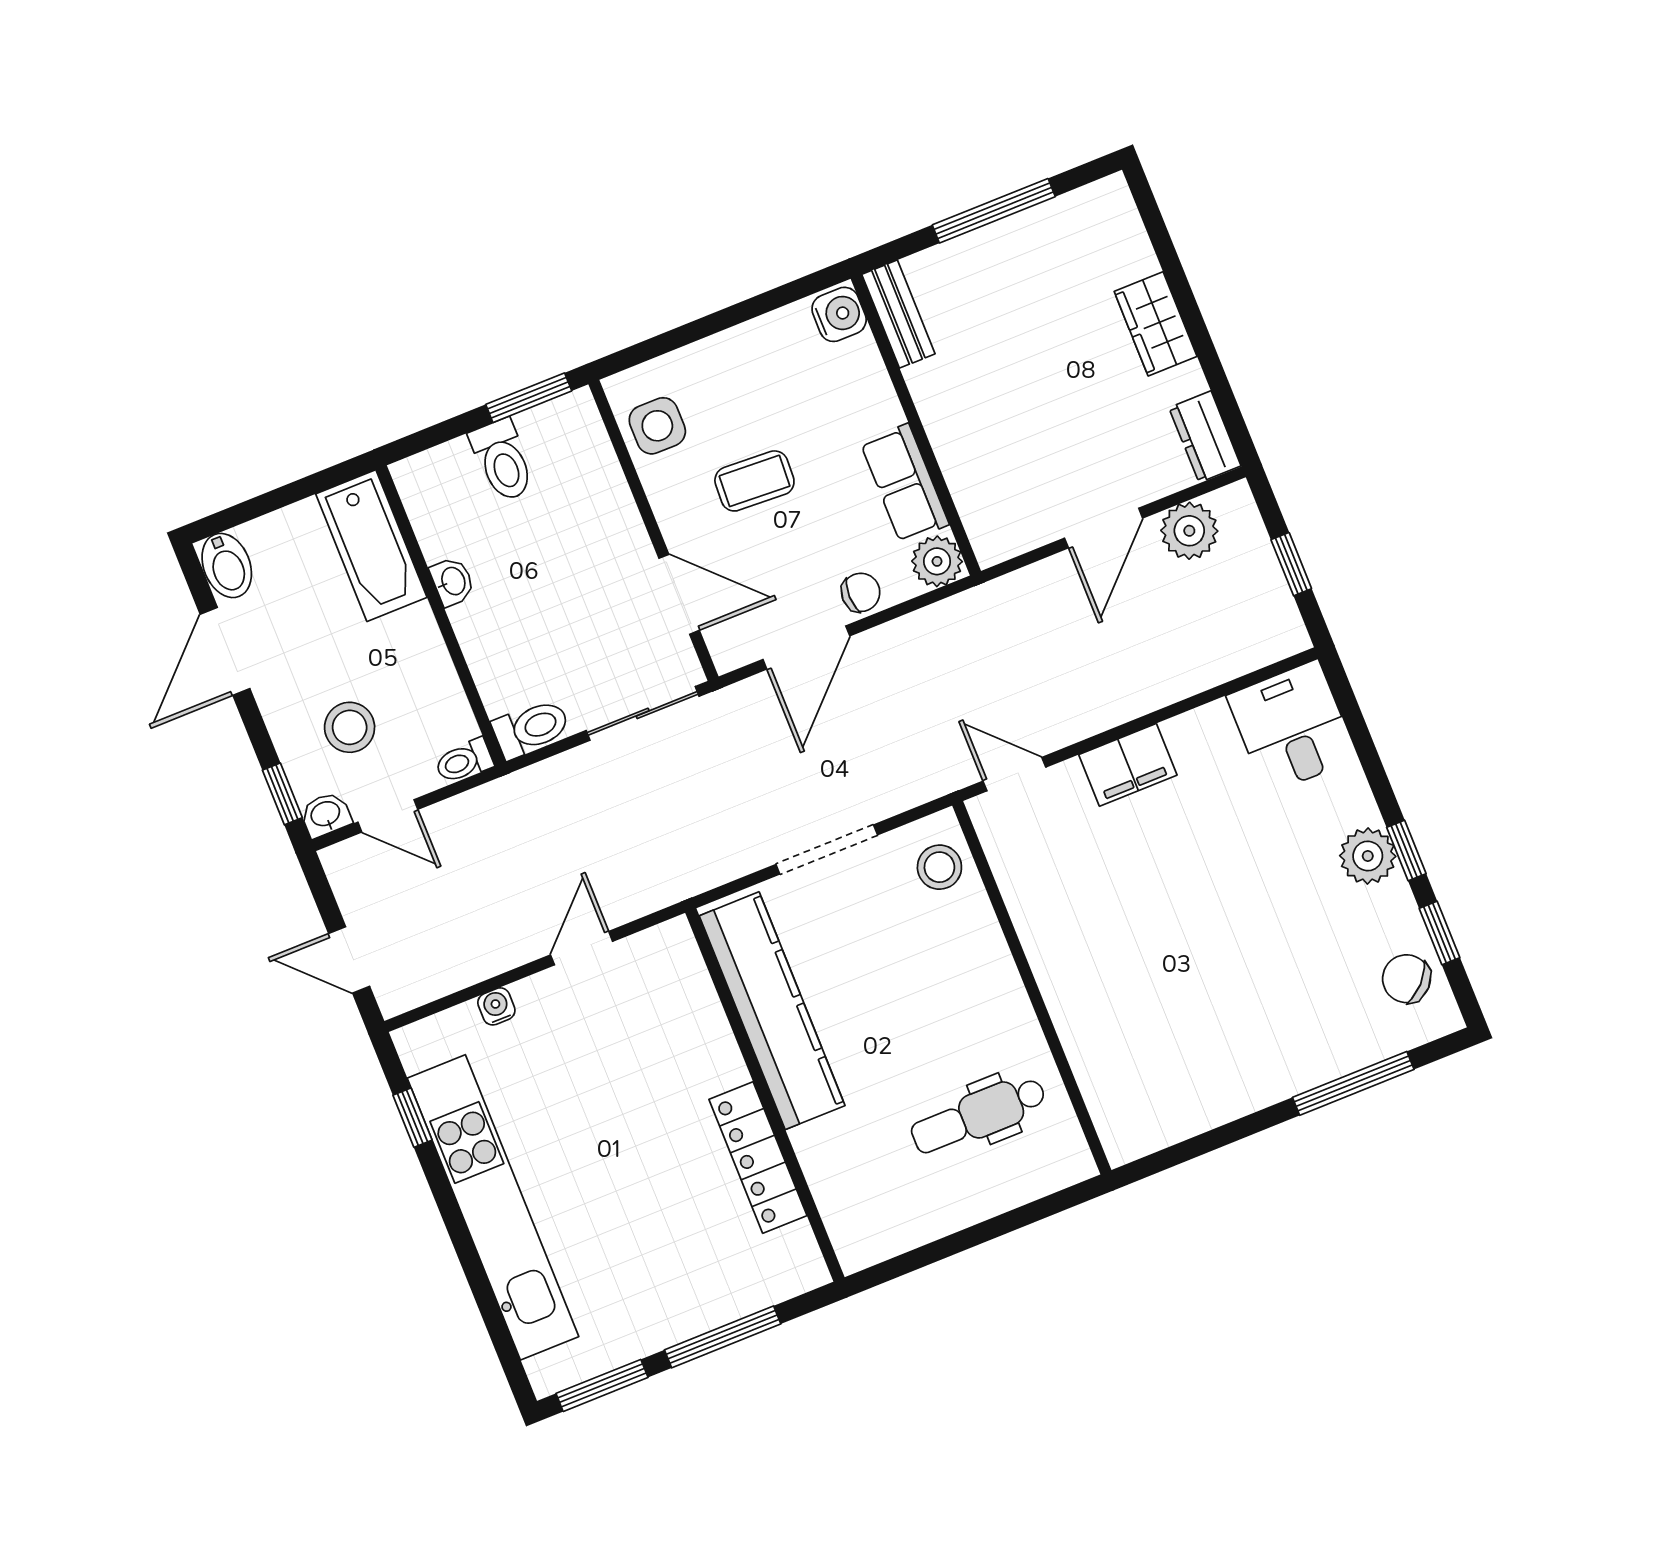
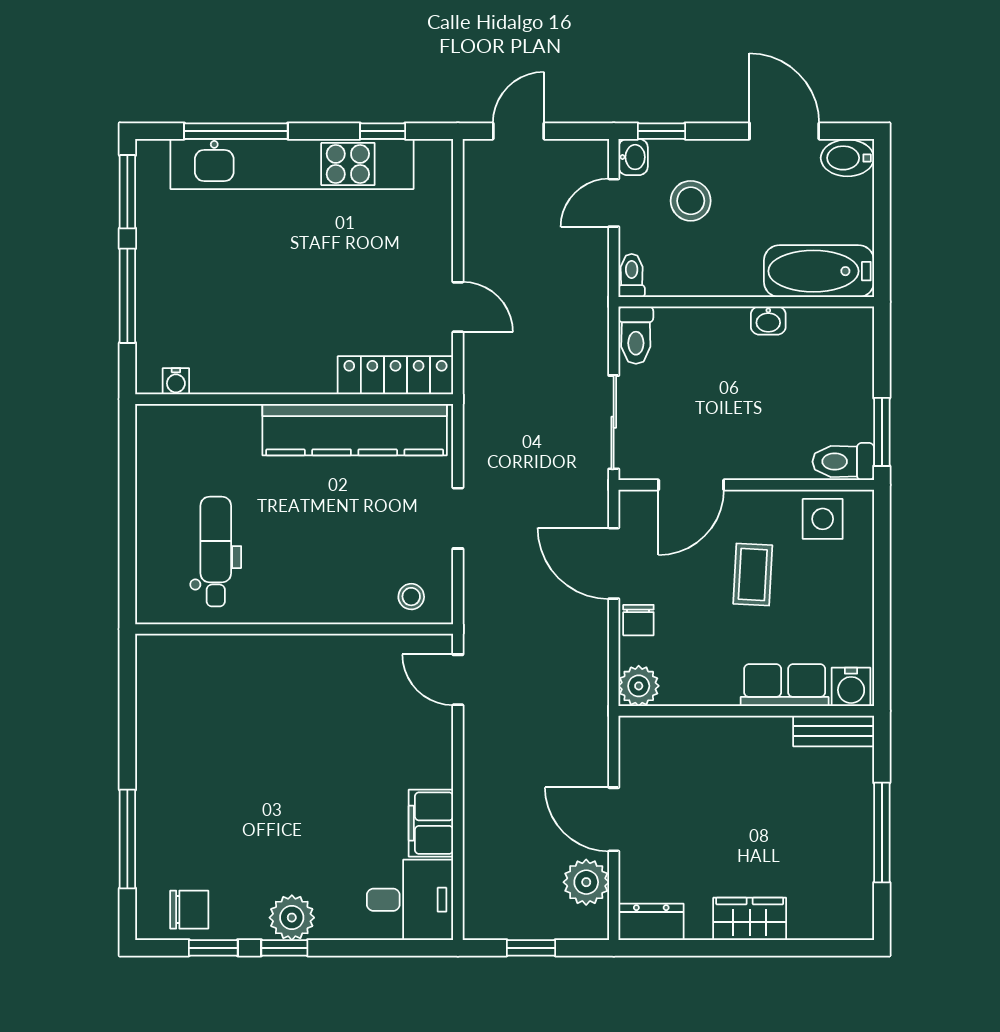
toilet: (502, 460) -> (843, 462), moved
row of seats: (905, 483) -> (785, 685), moved
filing cabinet: (1128, 765) -> (431, 823), moved
door: (1014, 774) -> (458, 680), swing flipped
doorway: (827, 850) -> (458, 518), width x0.73
stool: (939, 867) -> (411, 597), width x0.73, depth x0.73
chair: (1406, 979) -> (189, 910), turned 46
water cooler: (496, 1006) -> (176, 381), moved, turned 90
locker: (758, 1157) -> (395, 375), moved
window: (481, 1288) -> (236, 131), added

